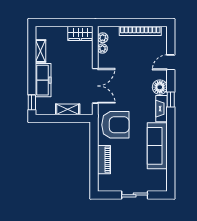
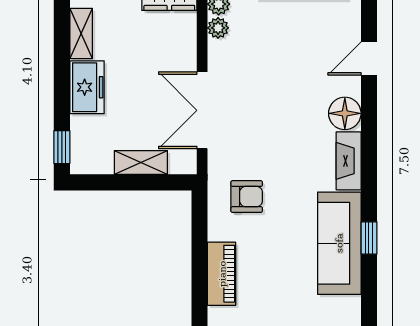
freezer: (43, 80) -> (87, 87), width x0.71
double door: (95, 86) -> (202, 110), swing flipped
window: (171, 100) -> (369, 238), moved
armchair: (115, 125) -> (247, 197), width x0.53, depth x0.53

